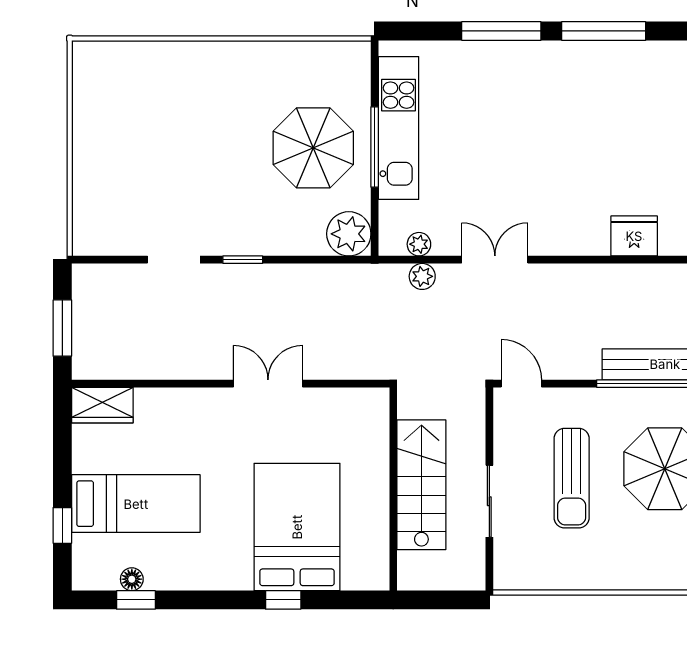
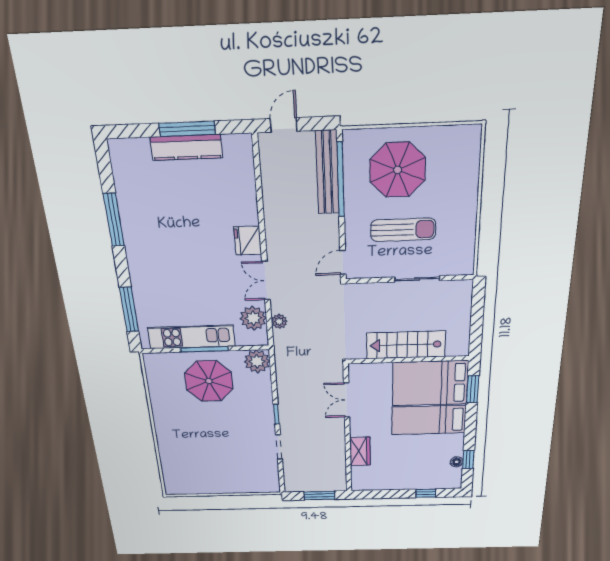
window: (501, 31) -> (129, 310), moved
fridge: (634, 236) -> (248, 241), moved
plant: (419, 244) -> (253, 318), width x1.88, depth x1.88
wardrobe: (102, 405) -> (360, 451), moved
stairs: (421, 485) -> (406, 345), moved
wall: (393, 489) -> (408, 360), moved
bed: (136, 504) -> (429, 420), moved, turned -90
window: (283, 600) -> (473, 389), width x1.50

